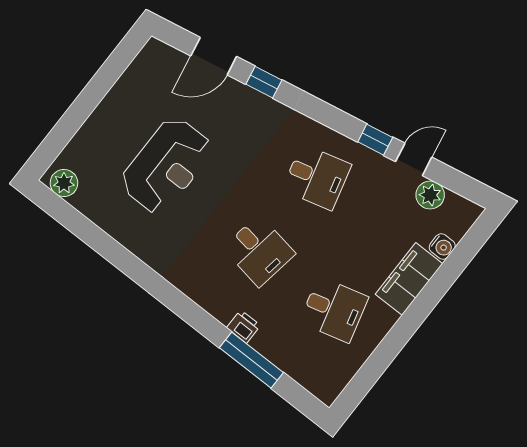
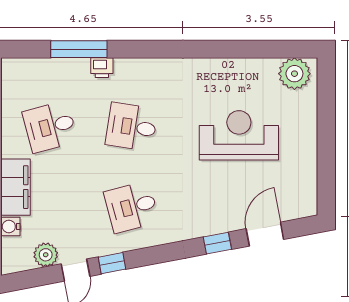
reception desk: (166, 166) -> (239, 135), turned 90
plant: (64, 183) -> (294, 74), width x1.36, depth x1.36

